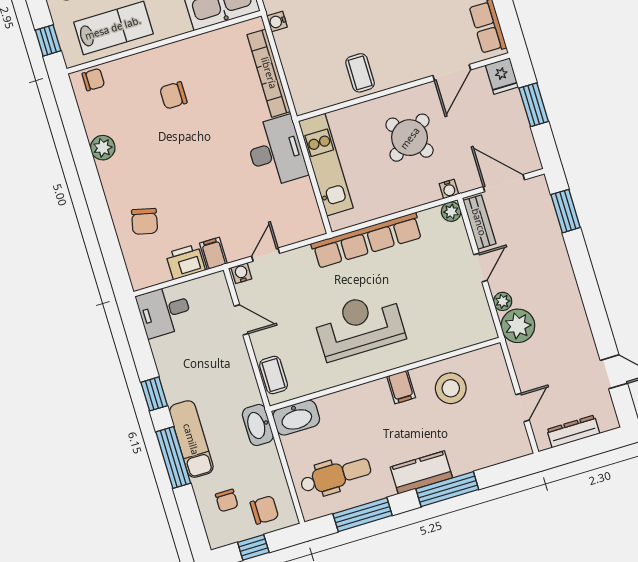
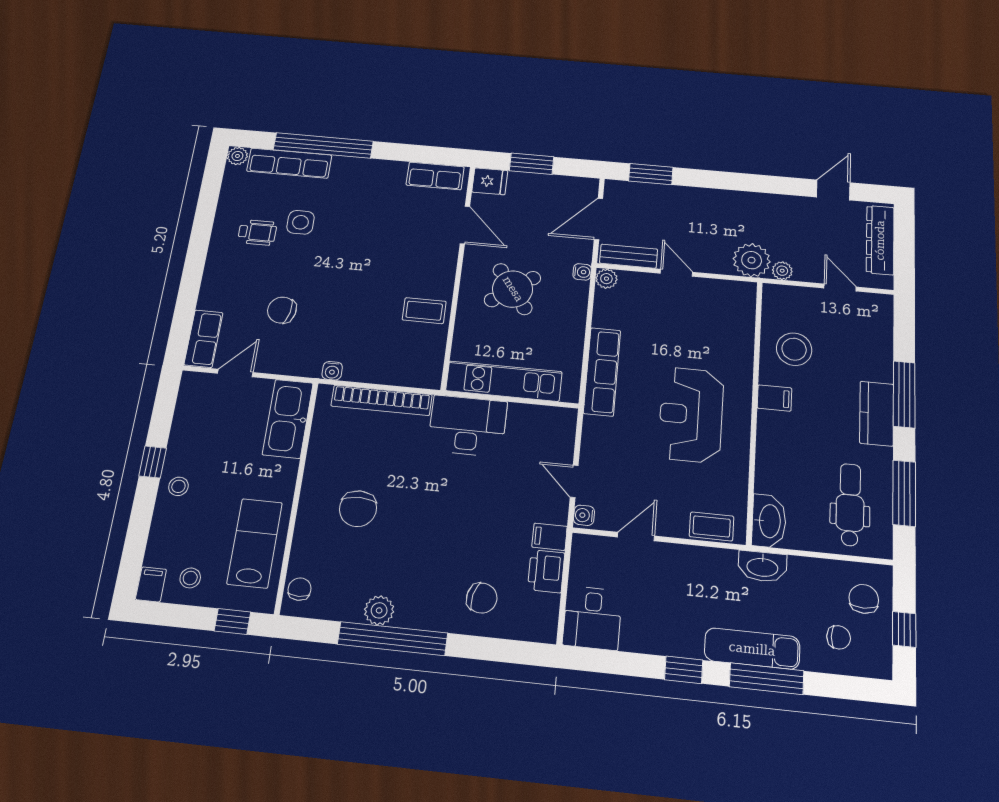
chair: (173, 95) -> (358, 509), width x1.37, depth x1.37
window: (86, 167) -> (392, 639), added
row of seats: (367, 240) -> (602, 372), width x0.73
plant: (503, 301) -> (782, 271), moved
dresser: (573, 431) -> (880, 240), width x1.37, depth x1.24

